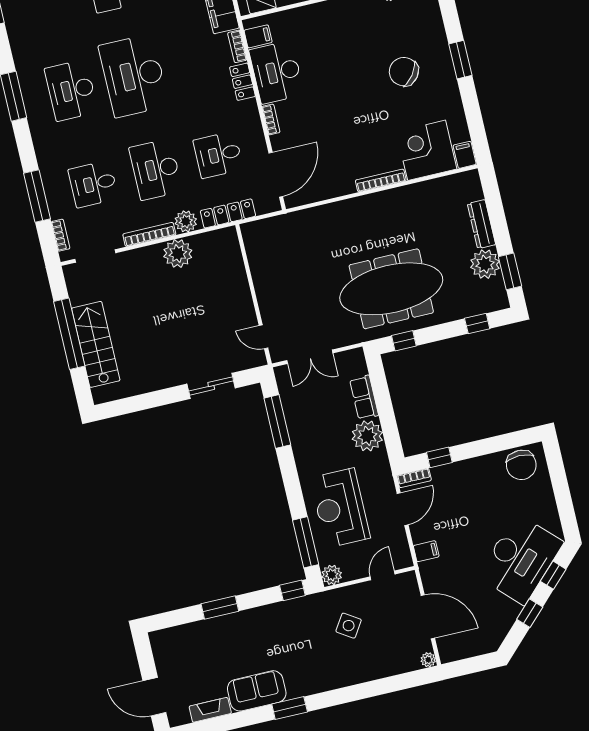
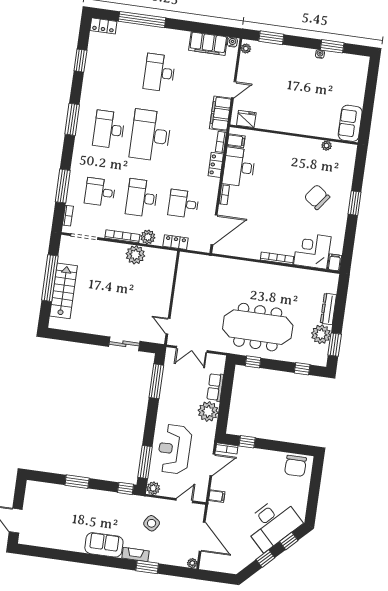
locker: (228, 213) -> (176, 242), width x0.66
sofa: (257, 691) -> (104, 545), moved
window: (290, 708) -> (147, 567), moved
fireplace: (210, 710) -> (135, 554), moved

